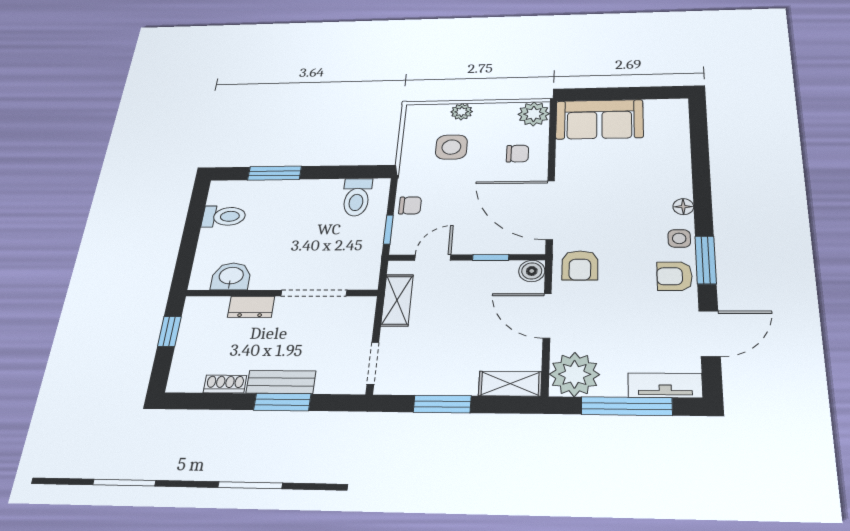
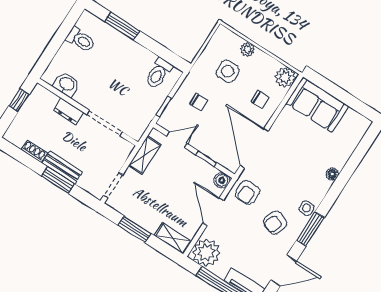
chair: (410, 205) -> (199, 102), moved
floor lamp: (683, 207) -> (332, 174), moved
armchair: (675, 276) -> (275, 223), moved, turned -69

